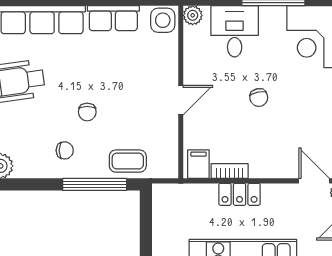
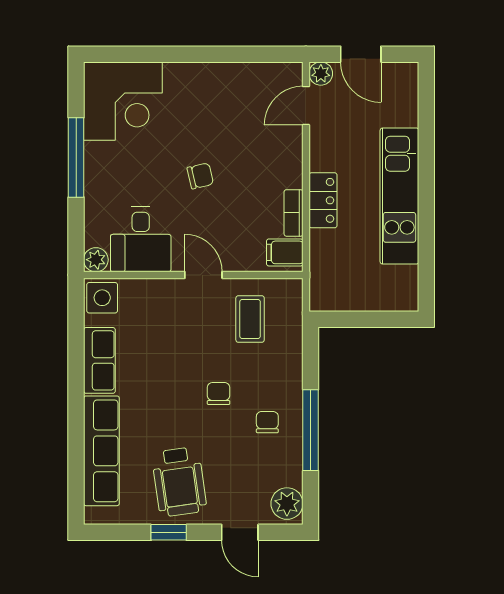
desk: (235, 31) -> (141, 239), moved, turned -90
chair: (87, 112) -> (219, 394), turned -90
coffee table: (128, 161) -> (250, 319), moved
window: (95, 184) -> (311, 430), moved

